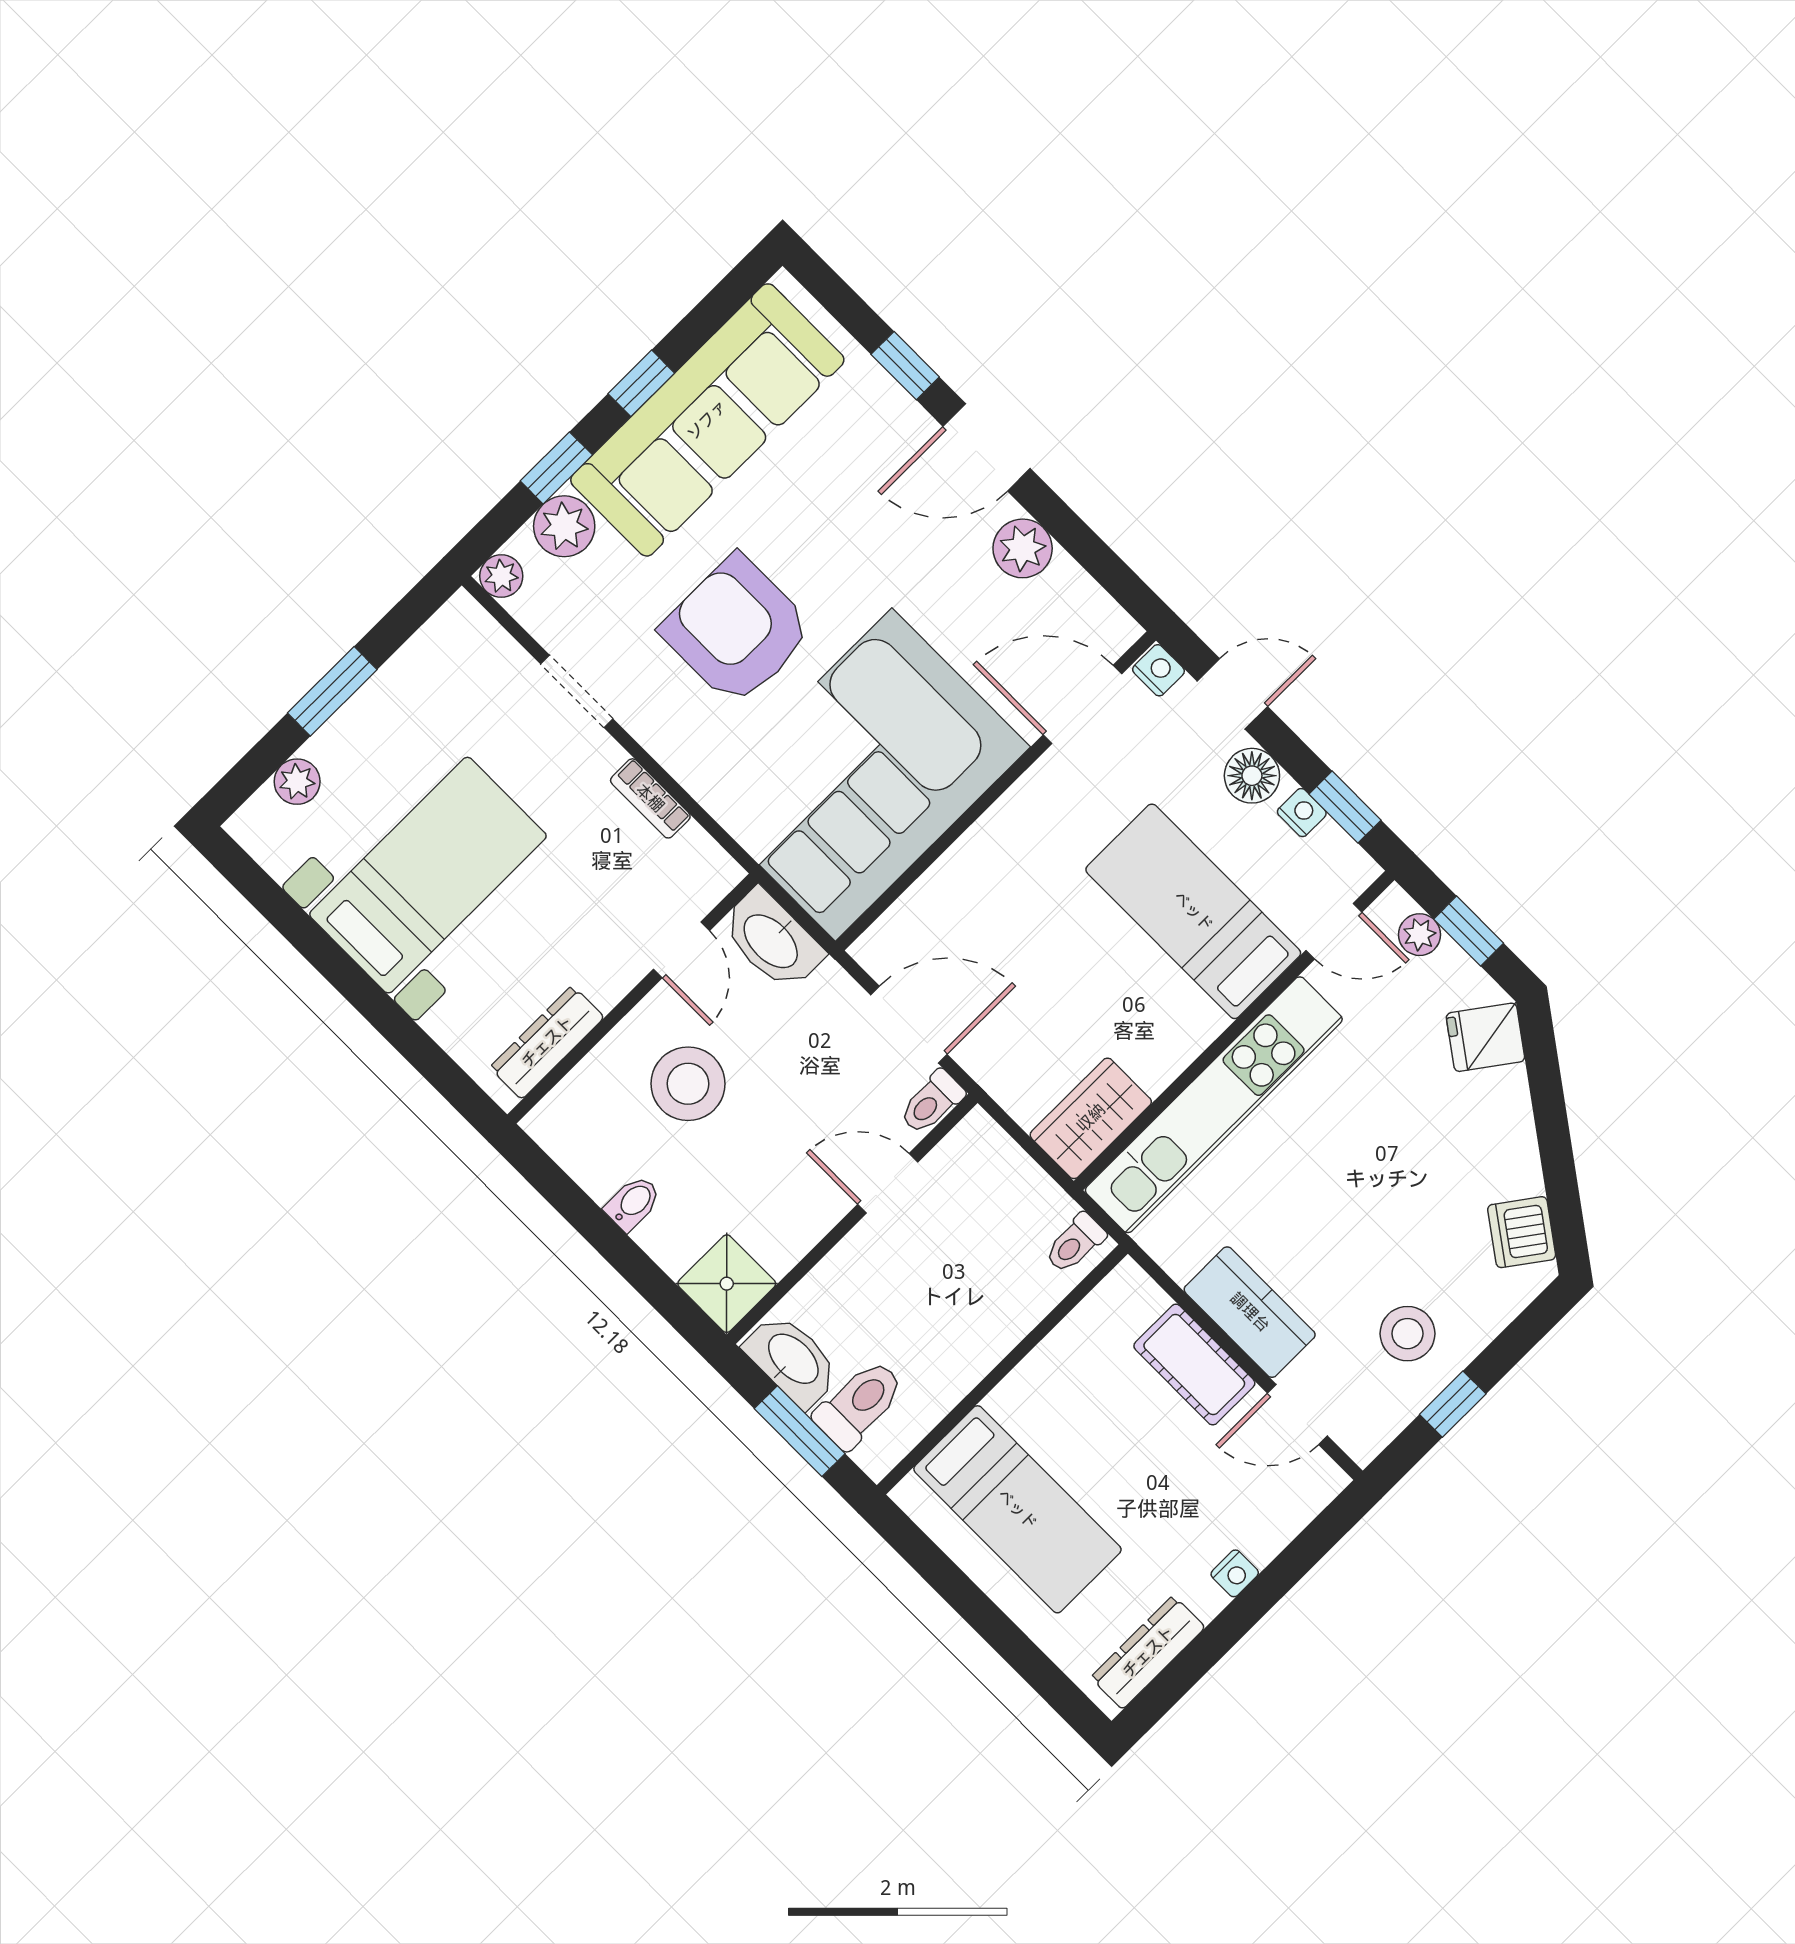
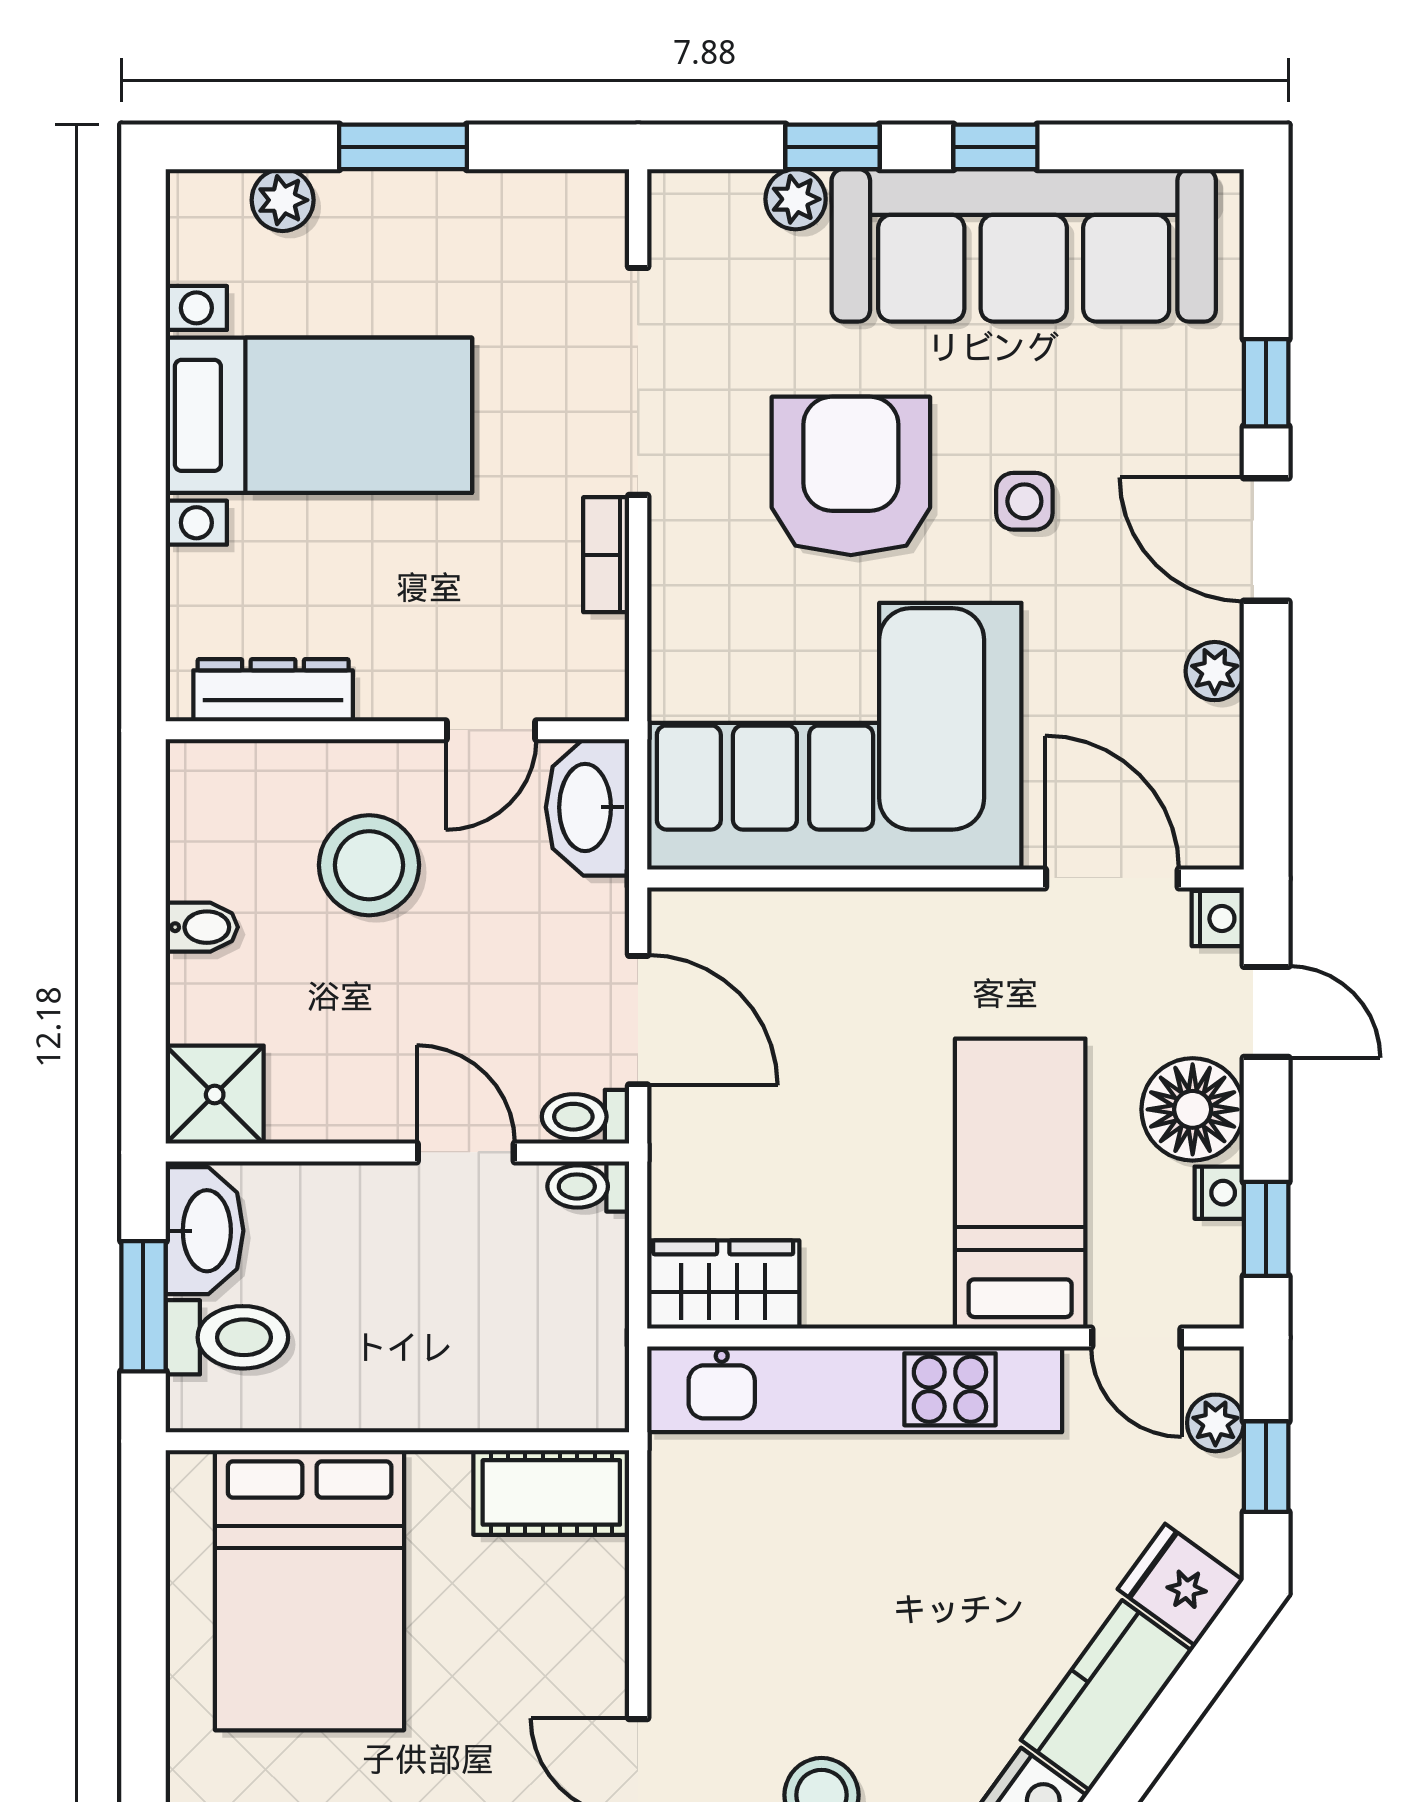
plant: (564, 526) -> (796, 199), width x0.73, depth x0.73
plant: (1023, 548) -> (1215, 671), width x0.73, depth x0.73
side table: (841, 553) -> (1024, 501), added
plant: (501, 576) -> (676, 198), removed
doorway: (577, 691) -> (638, 381), width x1.88
floor lamp: (1252, 776) -> (1193, 1109), width x1.38, depth x1.38
toilet: (1075, 1243) -> (588, 1186), moved
kitchen counter: (1250, 1312) -> (1106, 1695), moved, turned -144
cot: (1194, 1365) -> (551, 1492), moved, turned 90
bed: (1017, 1509) -> (310, 1590), width x1.50

